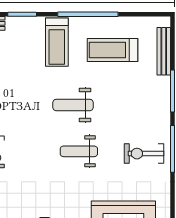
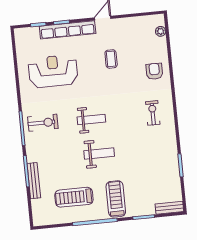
treadmill: (112, 50) -> (74, 197), turned 180
bench: (164, 51) -> (34, 181), moved

